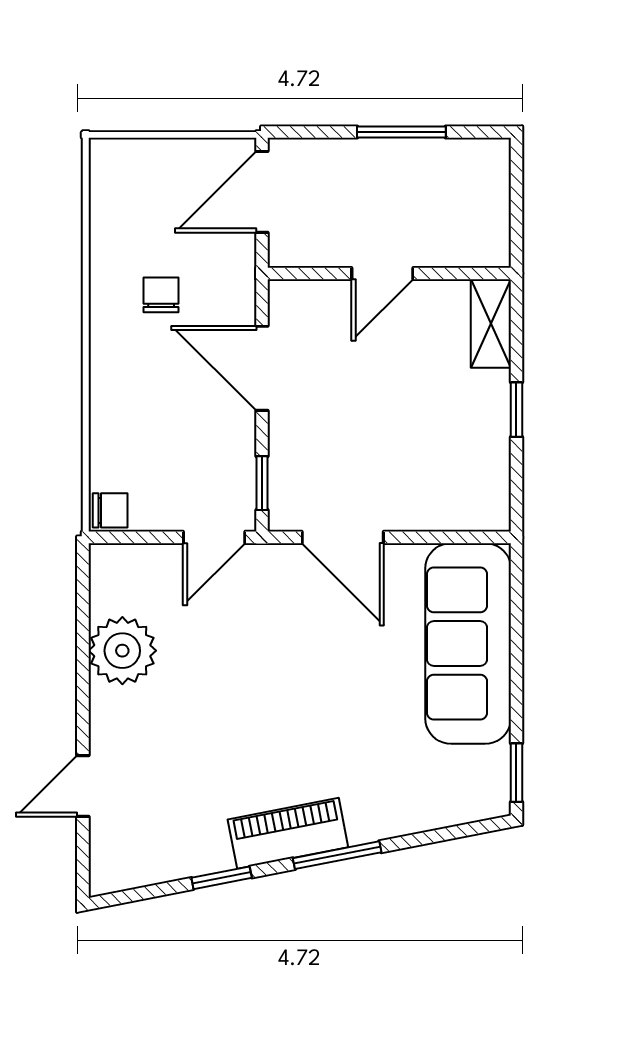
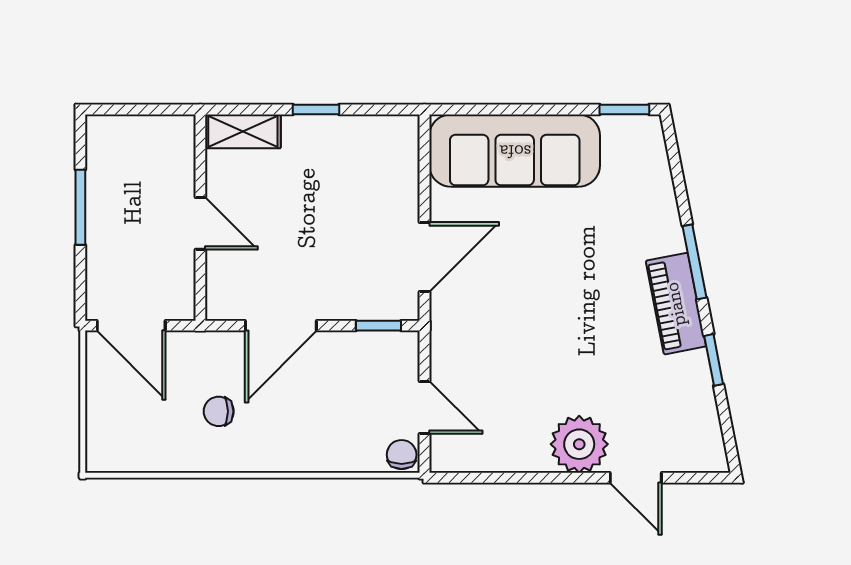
door: (214, 537) -> (425, 408), moved
plant: (122, 651) -> (579, 444), moved

